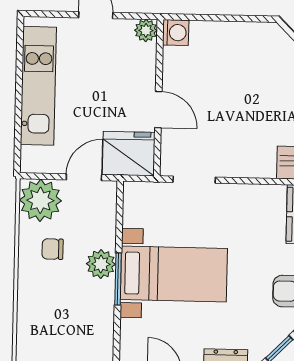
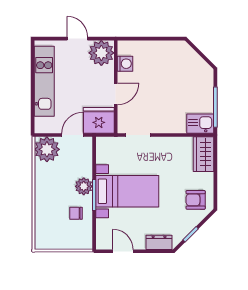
plant: (146, 30) -> (101, 53), width x1.88, depth x1.88
washing machine: (176, 33) -> (125, 64), moved
door: (158, 110) -> (116, 94), hinge flipped
chair: (53, 249) -> (76, 213), moved

